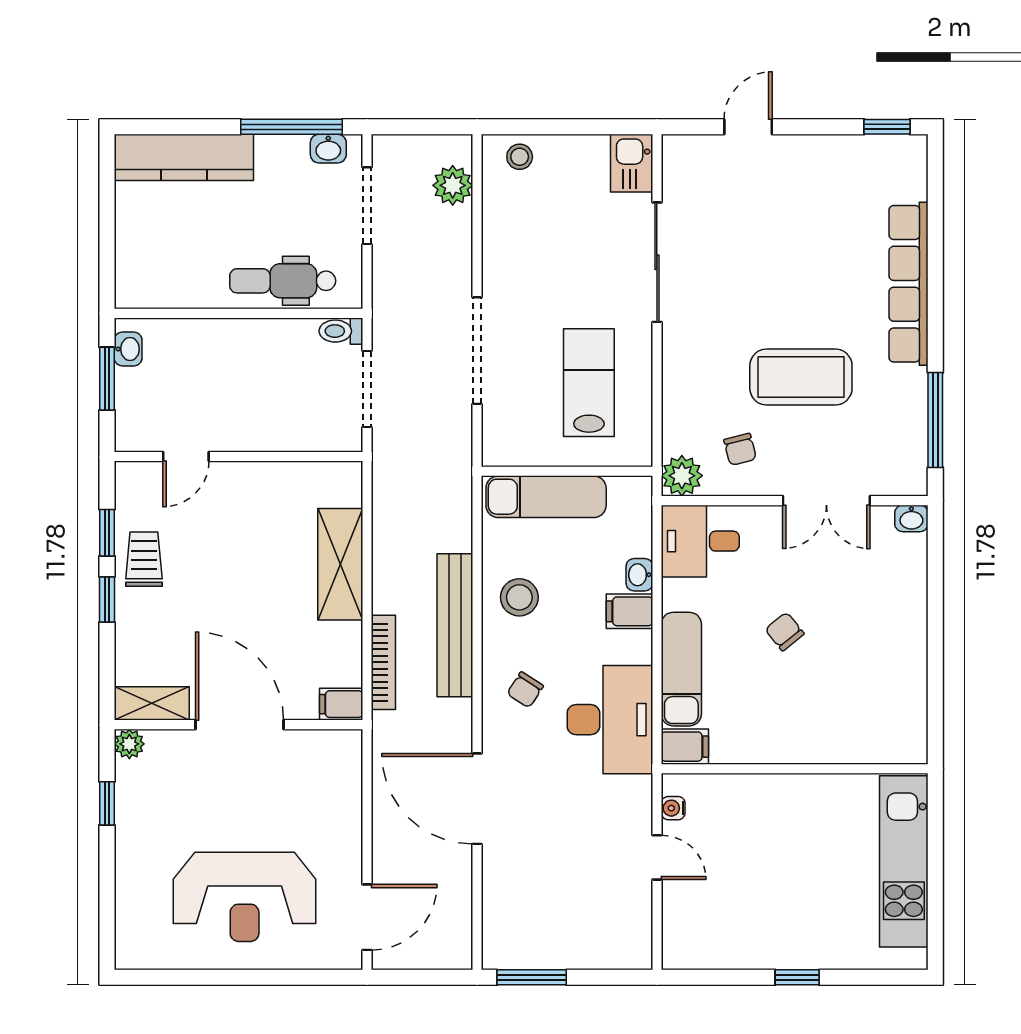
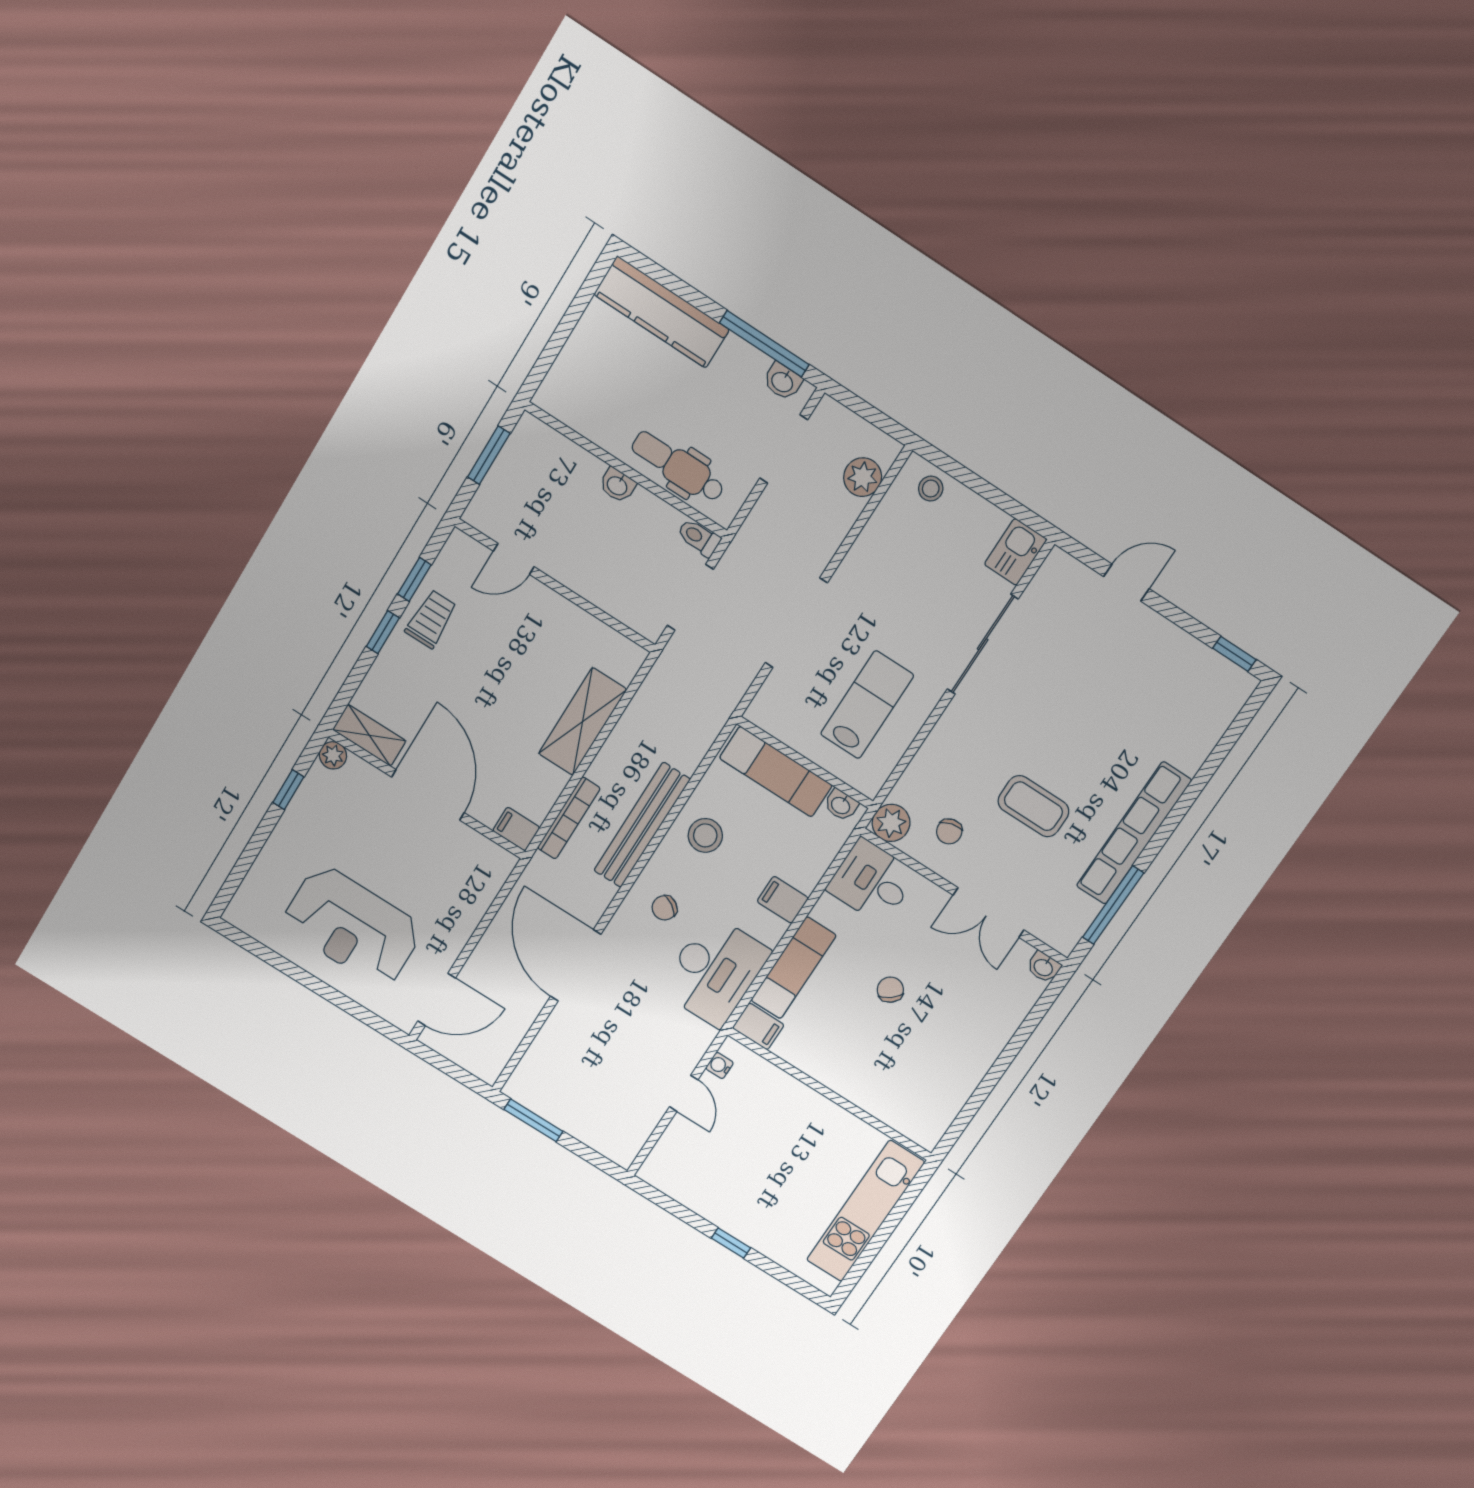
row of seats: (909, 284) -> (1134, 833), moved
washbasin: (128, 349) -> (617, 485), moved, turned 90
coffee table: (801, 377) -> (1033, 806), width x0.73, depth x0.76
washbasin: (639, 575) -> (841, 805), moved, turned -90

